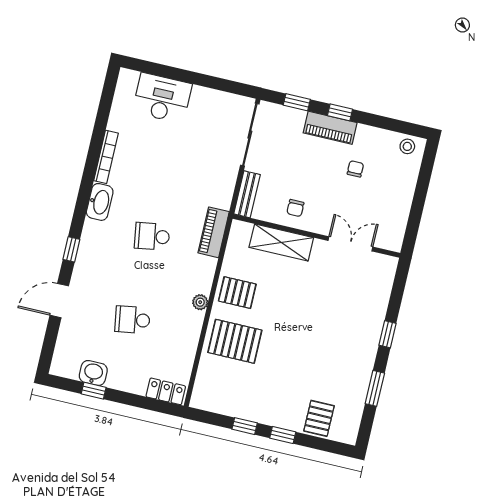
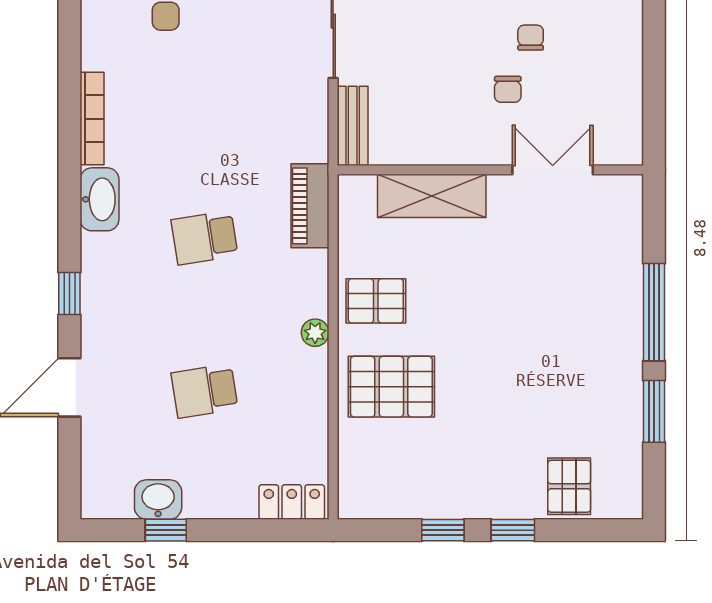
chair: (295, 208) -> (508, 89), moved
window: (387, 334) -> (654, 312), width x2.17

